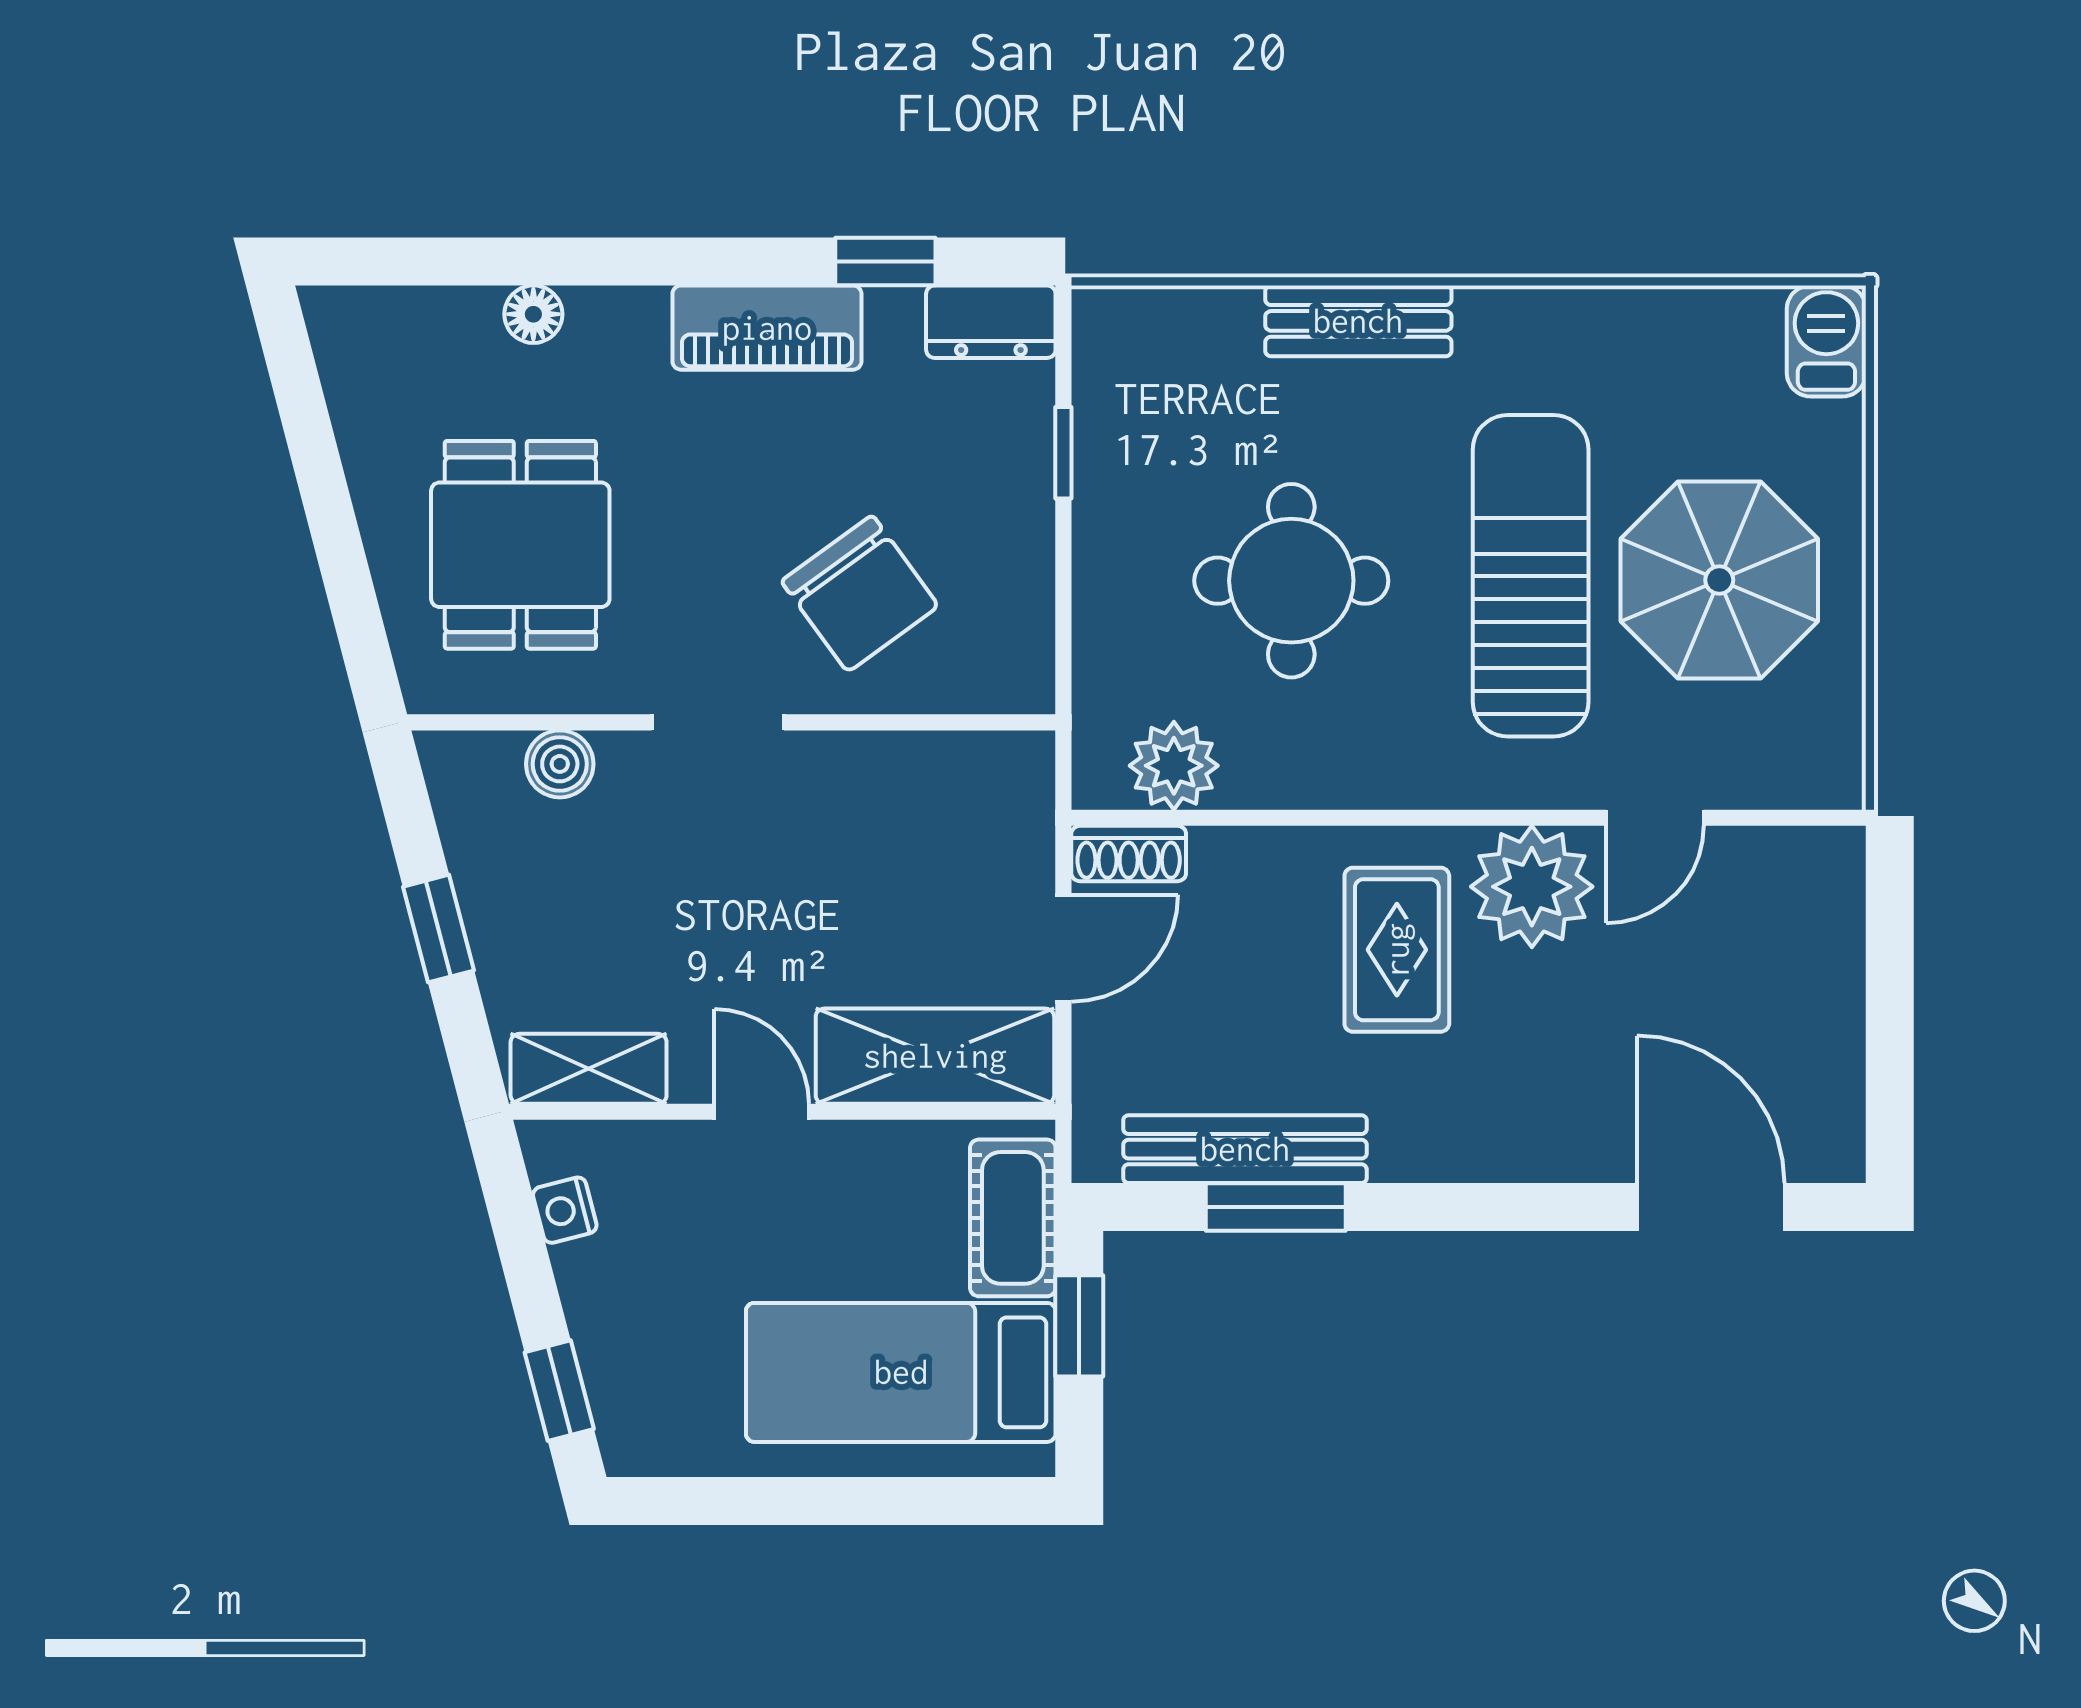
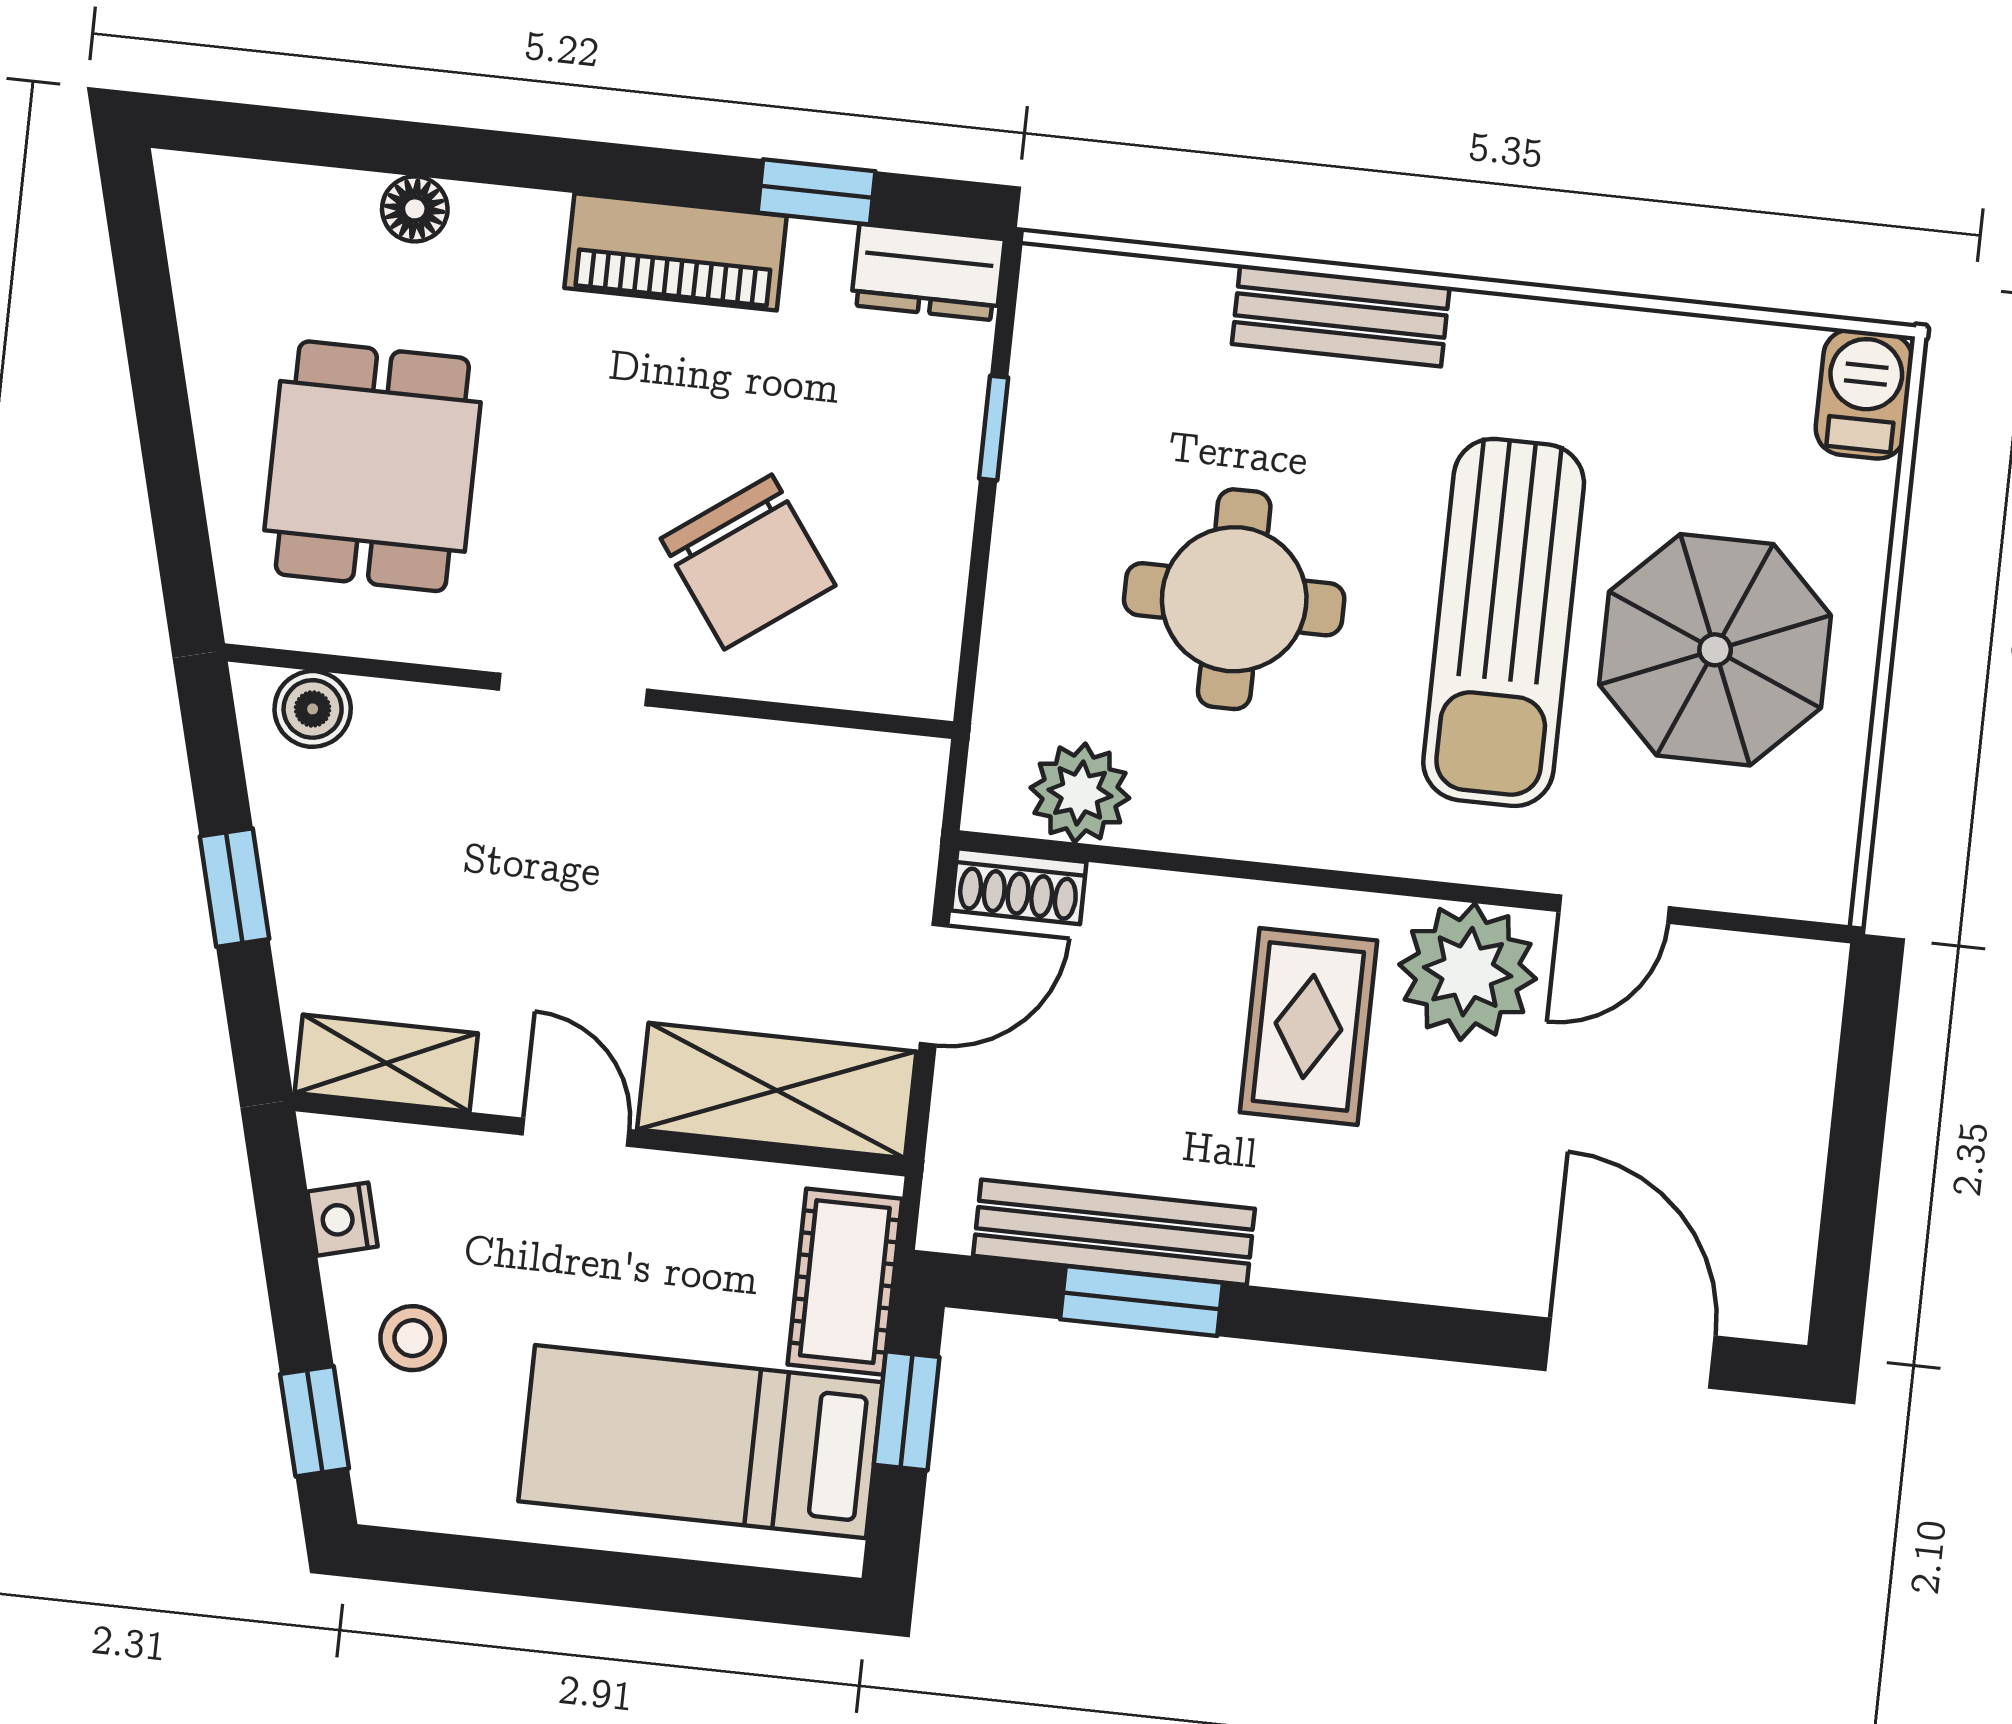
sun lounger: (1531, 576) -> (1504, 622), turned 180
boiler: (560, 764) -> (313, 709), moved
stool: (638, 1308) -> (413, 1338), added

